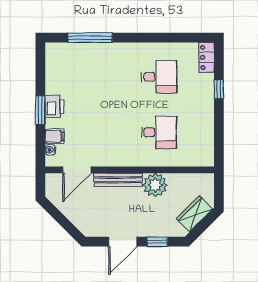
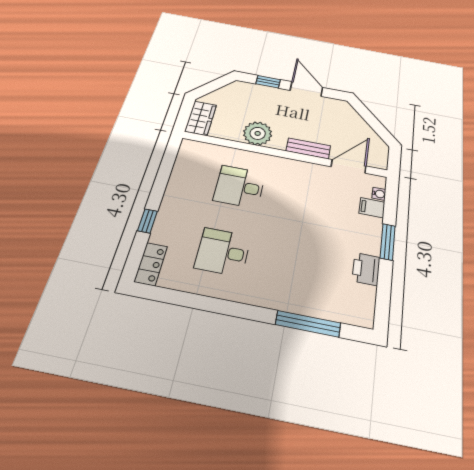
printer: (54, 107) -> (366, 269), moved
bench: (118, 180) -> (308, 148), width x0.73
wardrobe: (195, 214) -> (201, 118), moved, turned -45
door: (123, 242) -> (306, 89), hinge flipped

